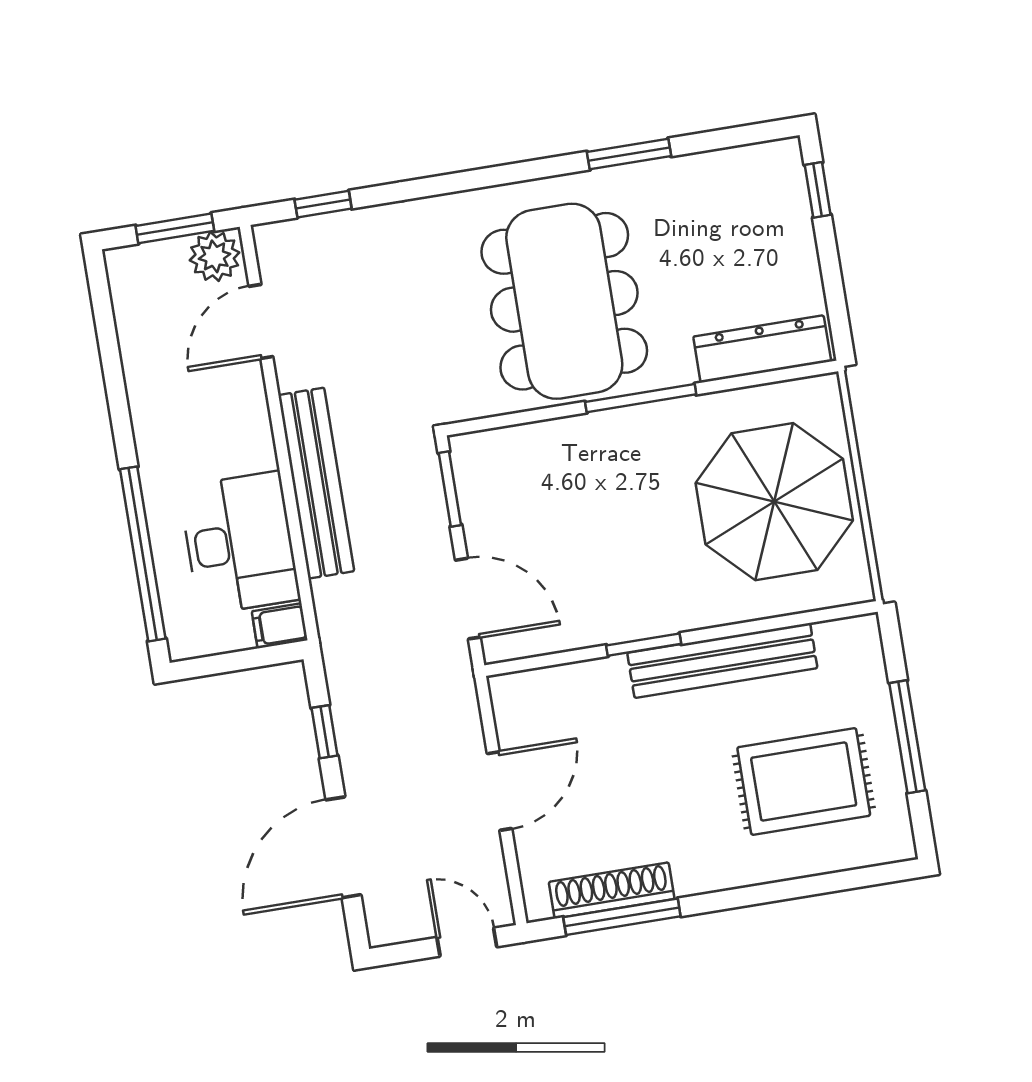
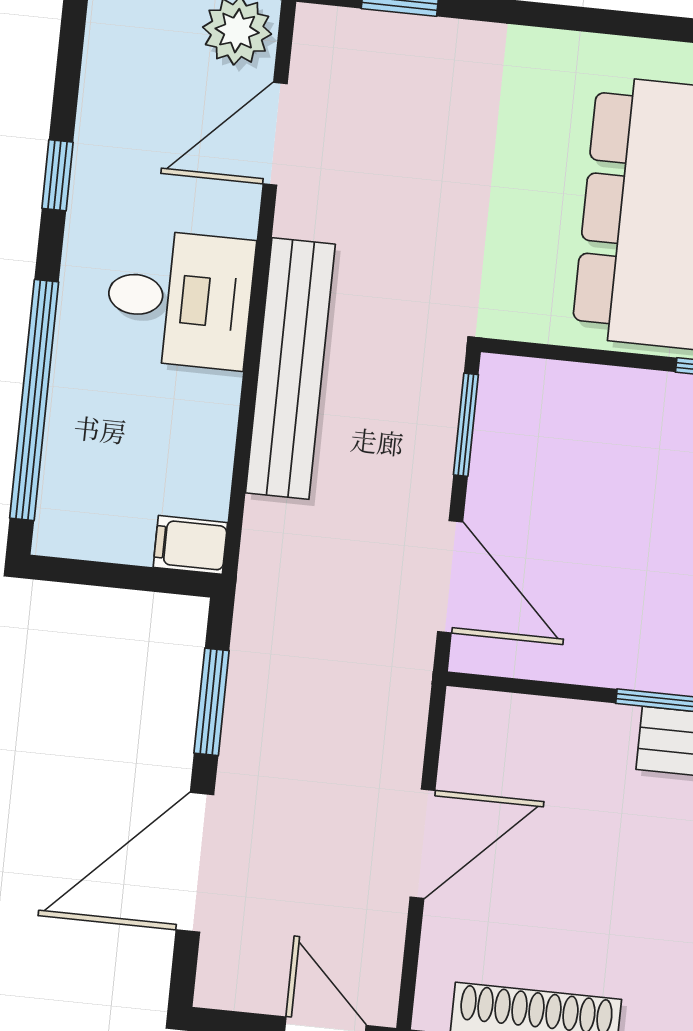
window: (116, 392) -> (57, 175), added
desk: (240, 543) -> (179, 299), moved, width x0.73
window: (324, 732) -> (212, 702), width x1.50

